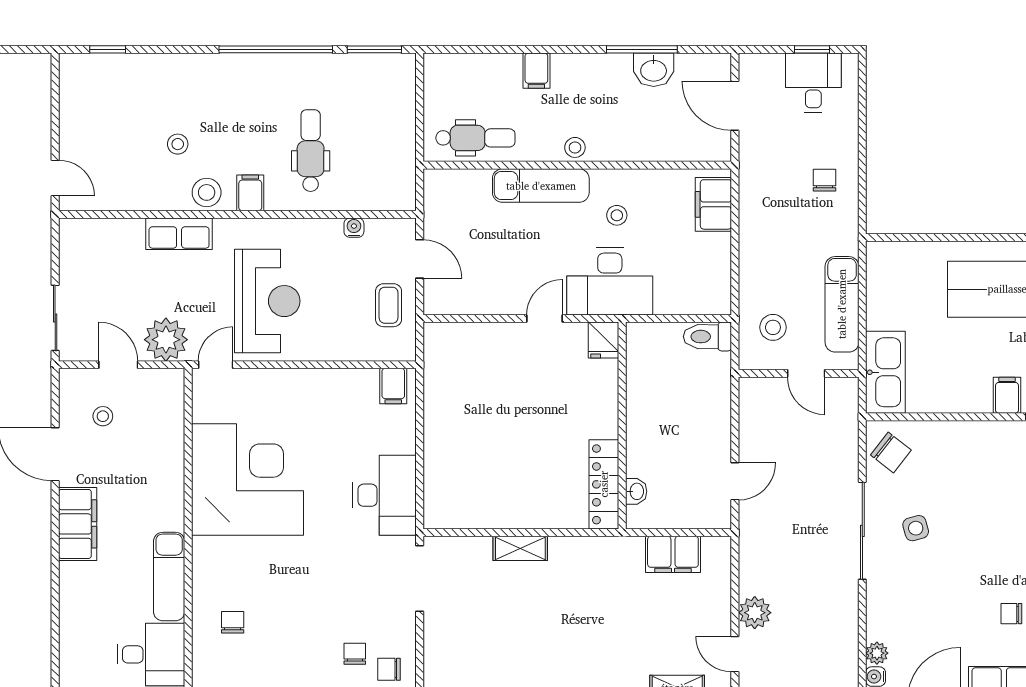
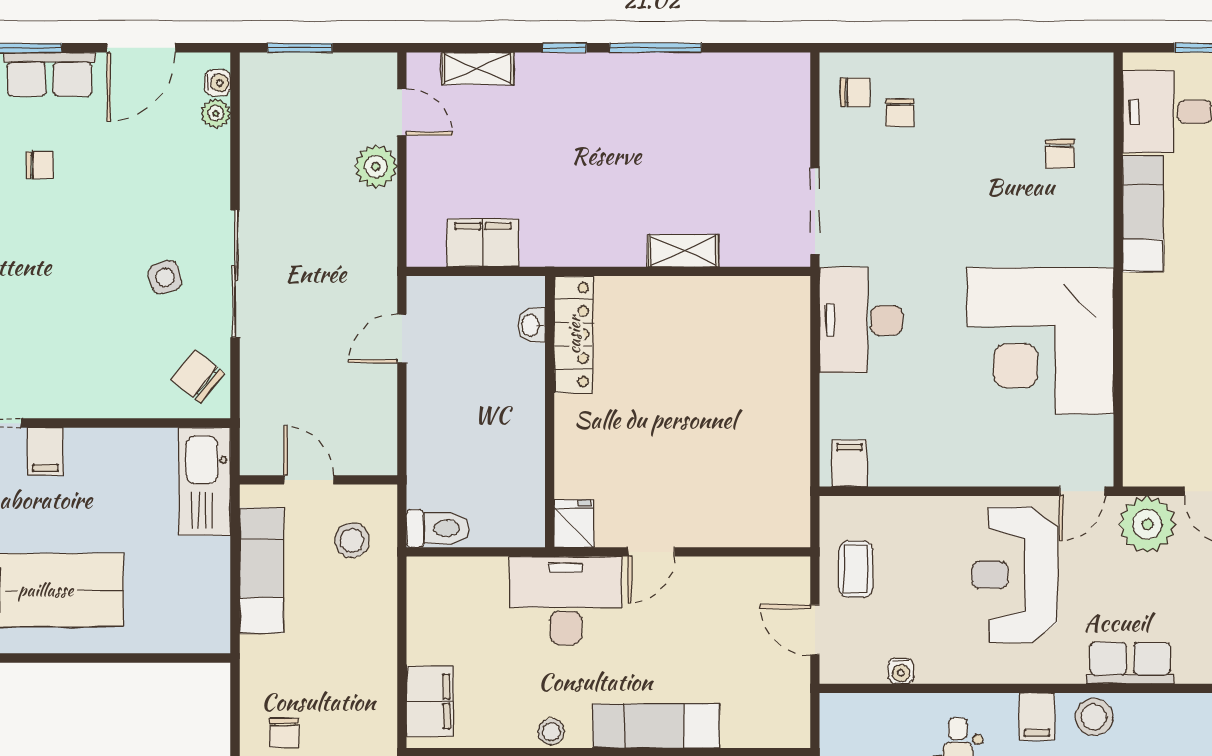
stool: (617, 215) -> (551, 732), moved

